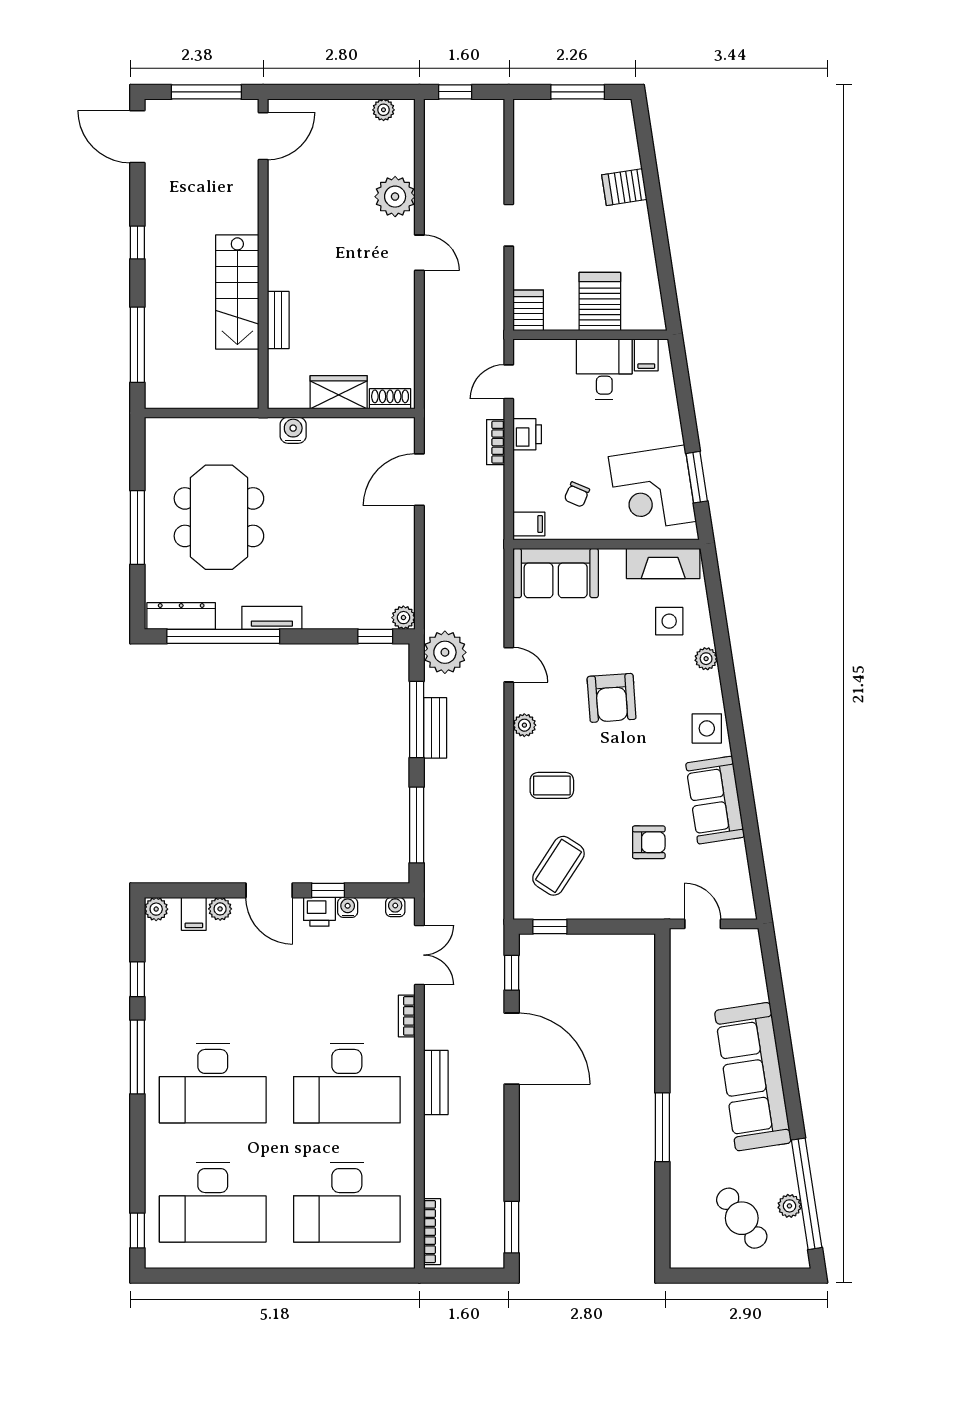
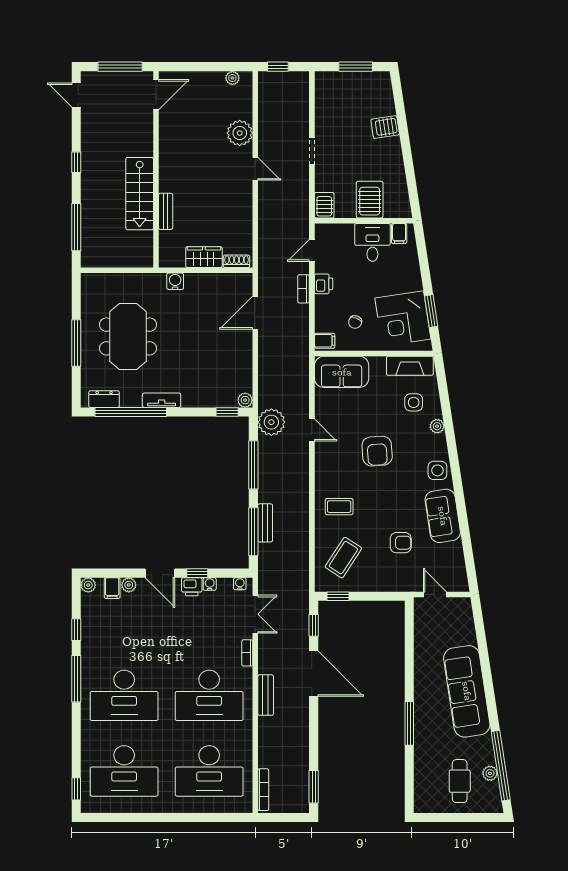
door: (137, 137) -> (76, 95), width x0.73
dresser: (181, 616) -> (104, 399), width x0.70
plant: (524, 725) -> (322, 468), removed
bench: (435, 728) -> (265, 523), moved
cafe table: (742, 1218) -> (460, 781), turned 36

